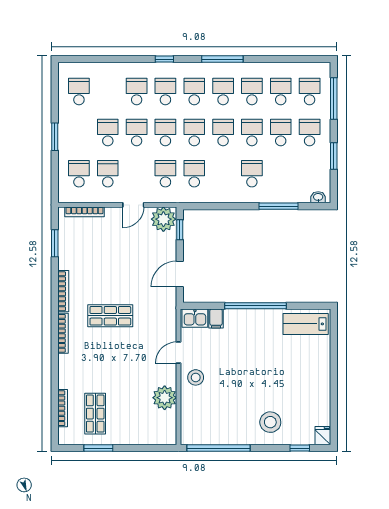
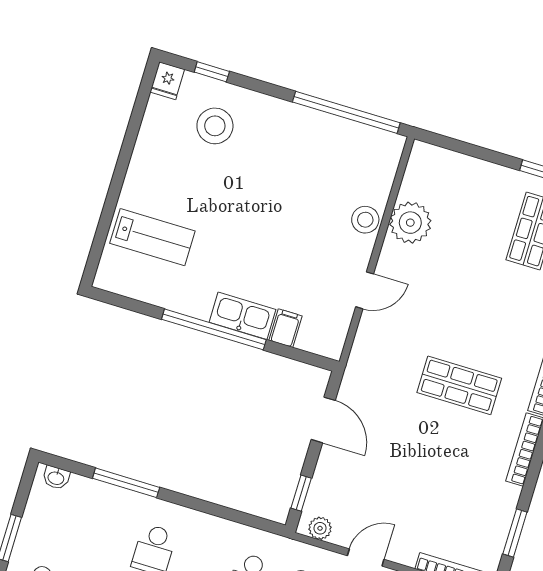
plant: (163, 219) -> (320, 528), width x0.53, depth x0.53
door: (180, 274) -> (323, 420), hinge flipped
kitchen sink: (195, 318) -> (242, 316), moved, width x1.38
lab bench: (306, 324) -> (152, 237), moved
stool: (196, 377) -> (365, 220), moved
stool: (270, 422) -> (215, 126), moved

